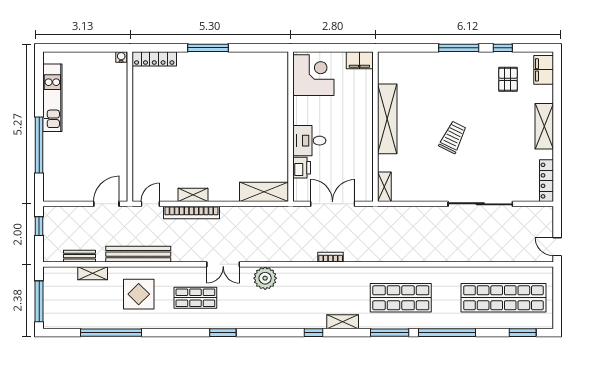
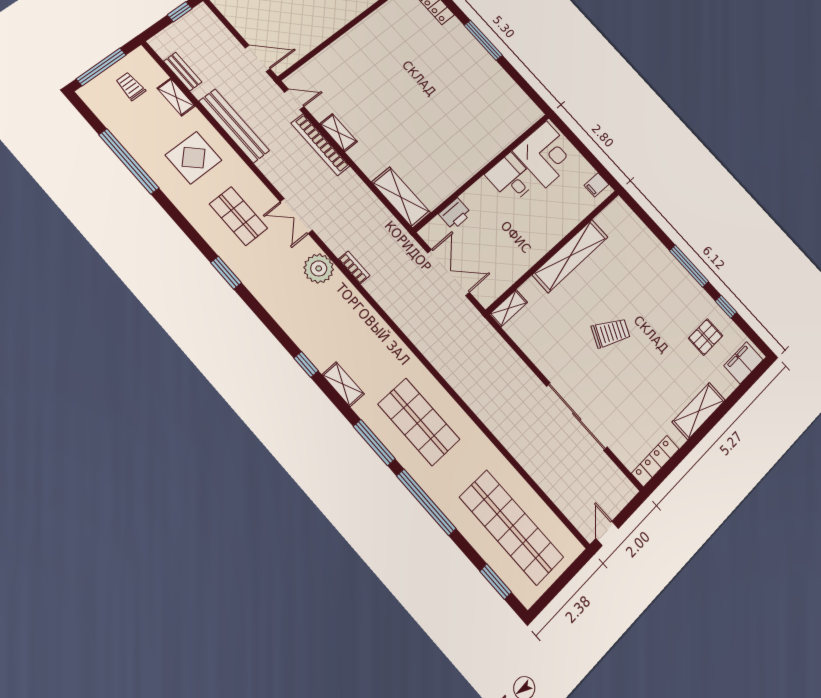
filing cabinet: (359, 60) -> (596, 185), width x0.50
desk: (309, 141) -> (511, 178), moved
bookcase: (331, 257) -> (354, 267), moved
trolley: (65, 294) -> (131, 86), added

